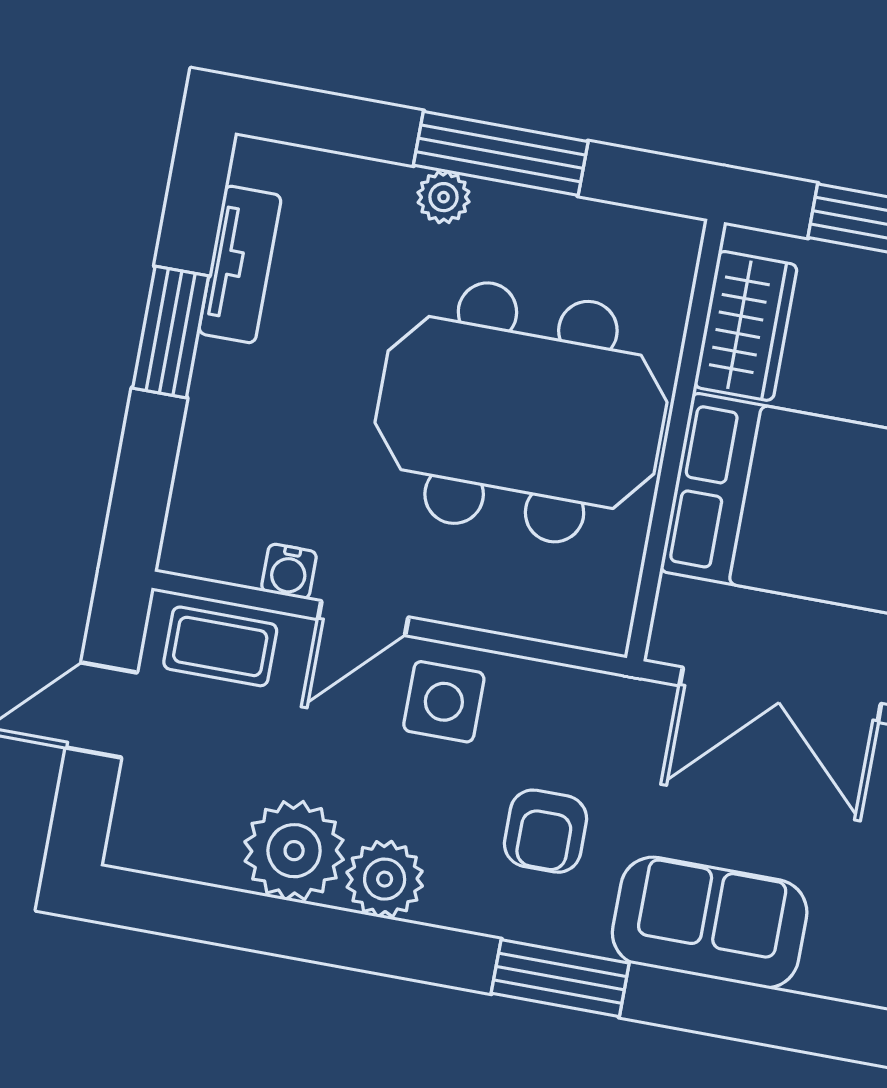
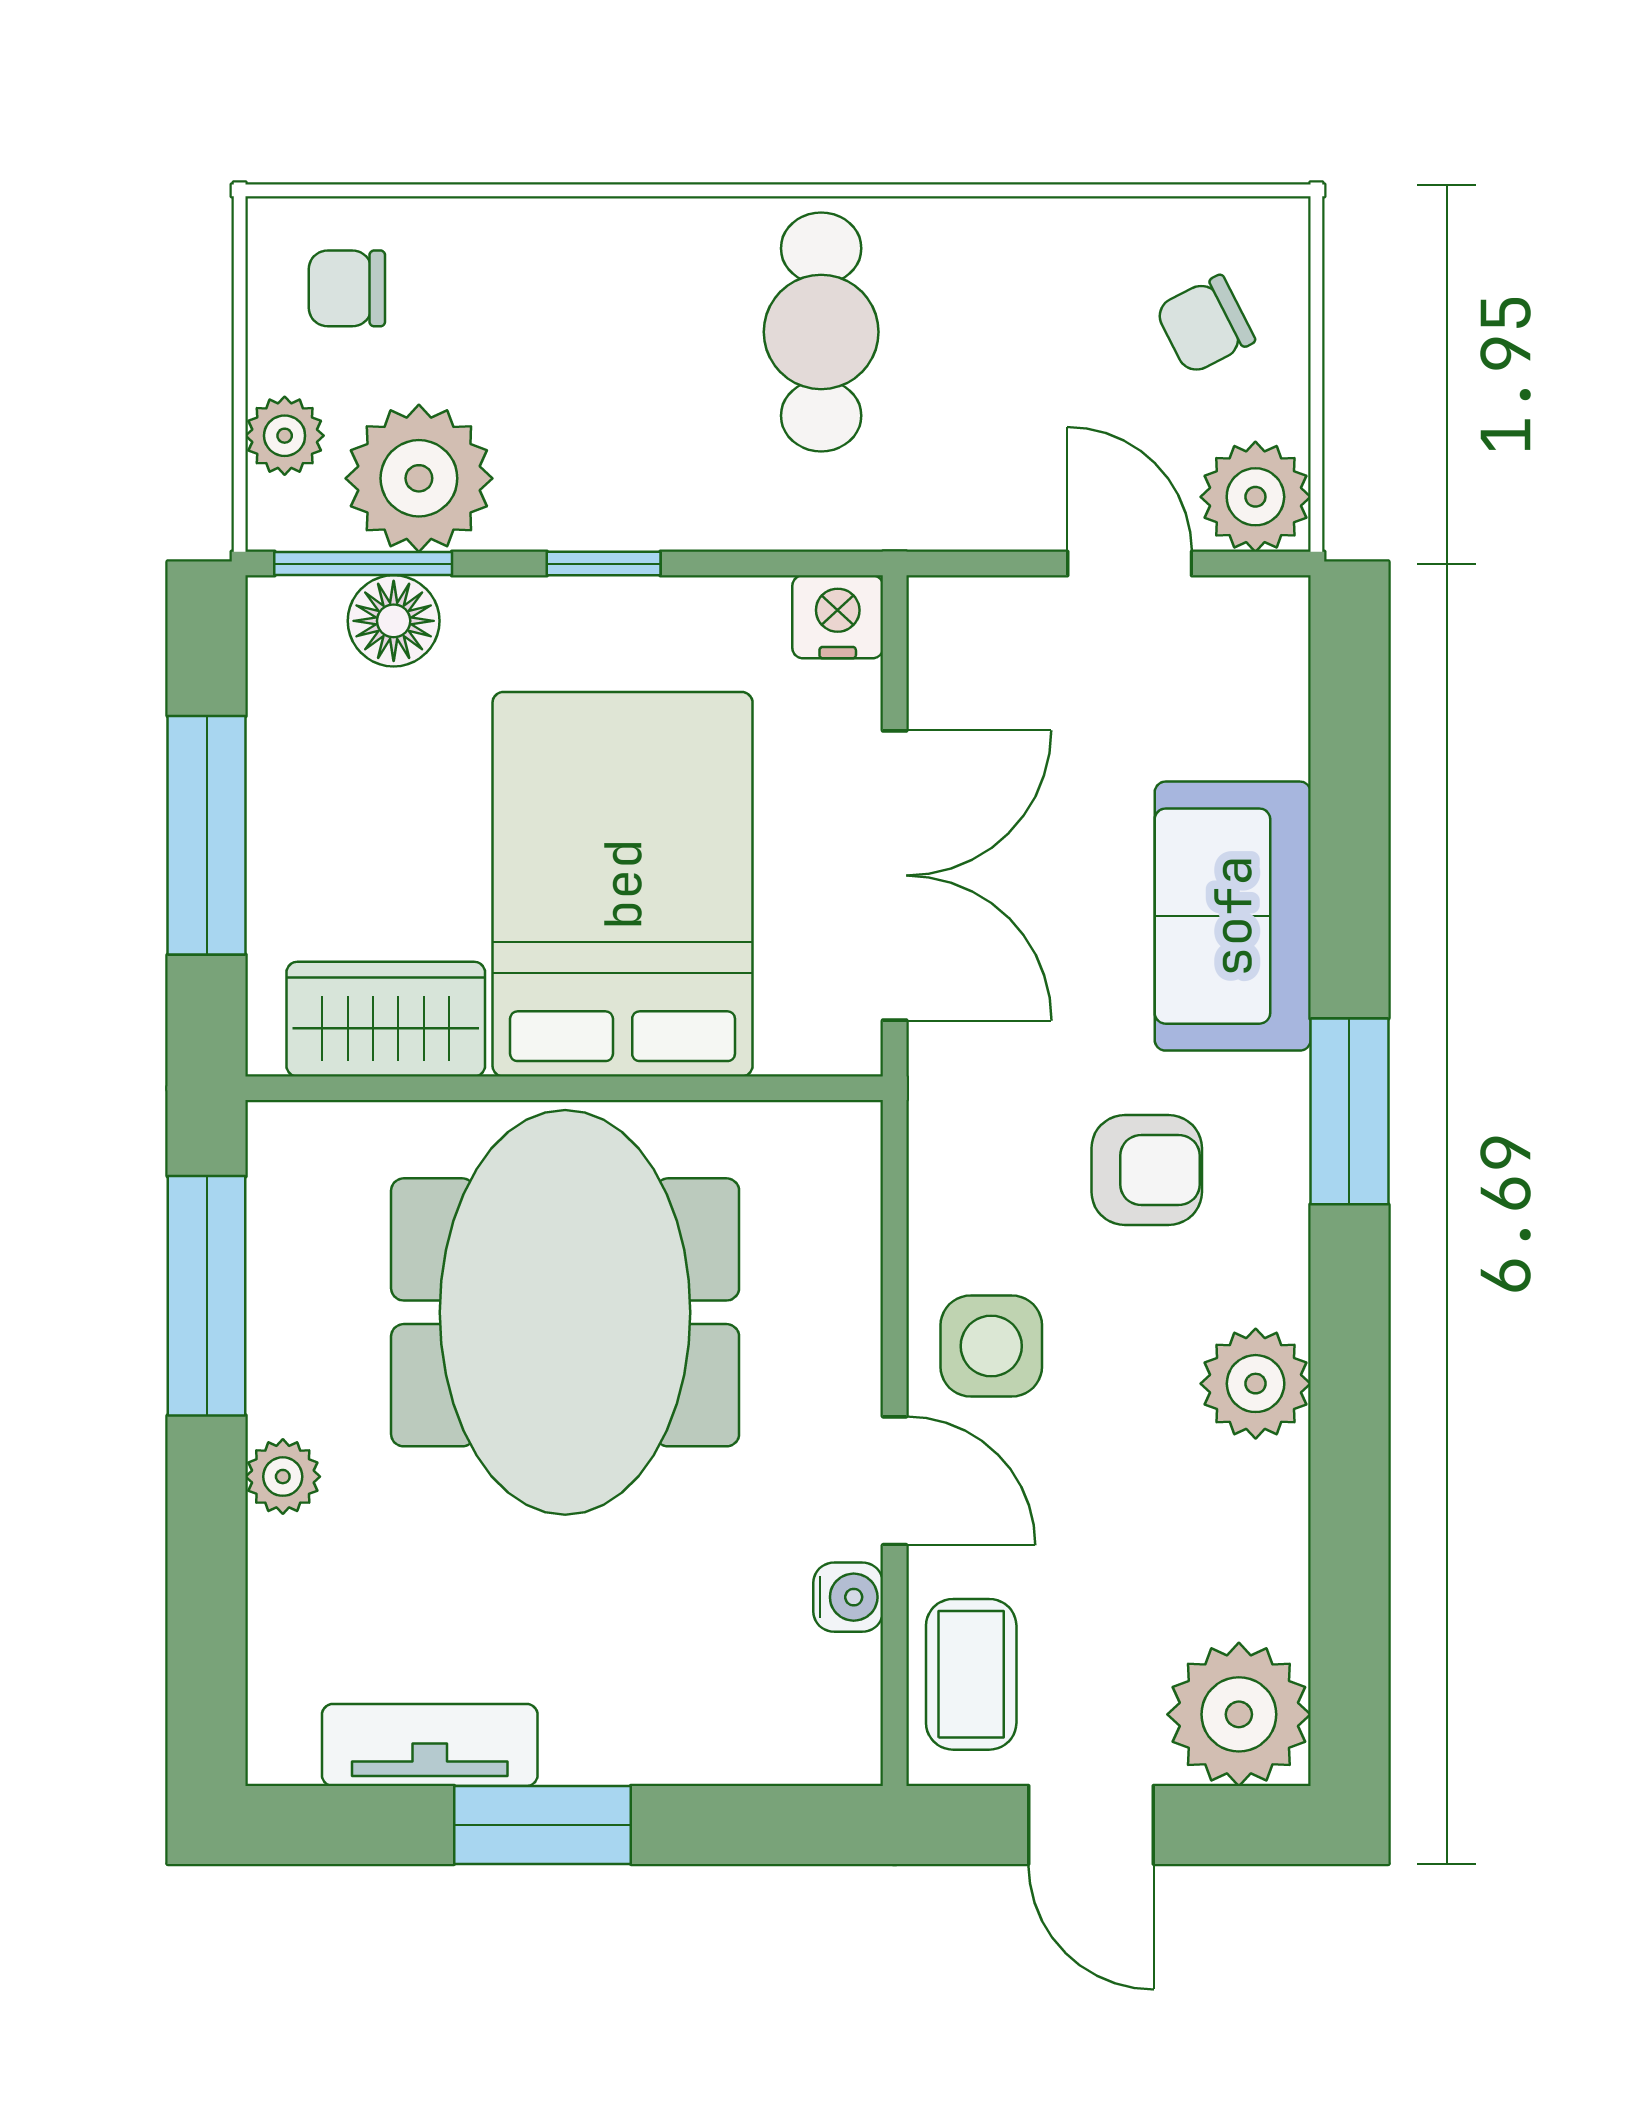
window: (501, 153) -> (207, 1296), moved
plant: (294, 851) -> (1239, 1714), moved

